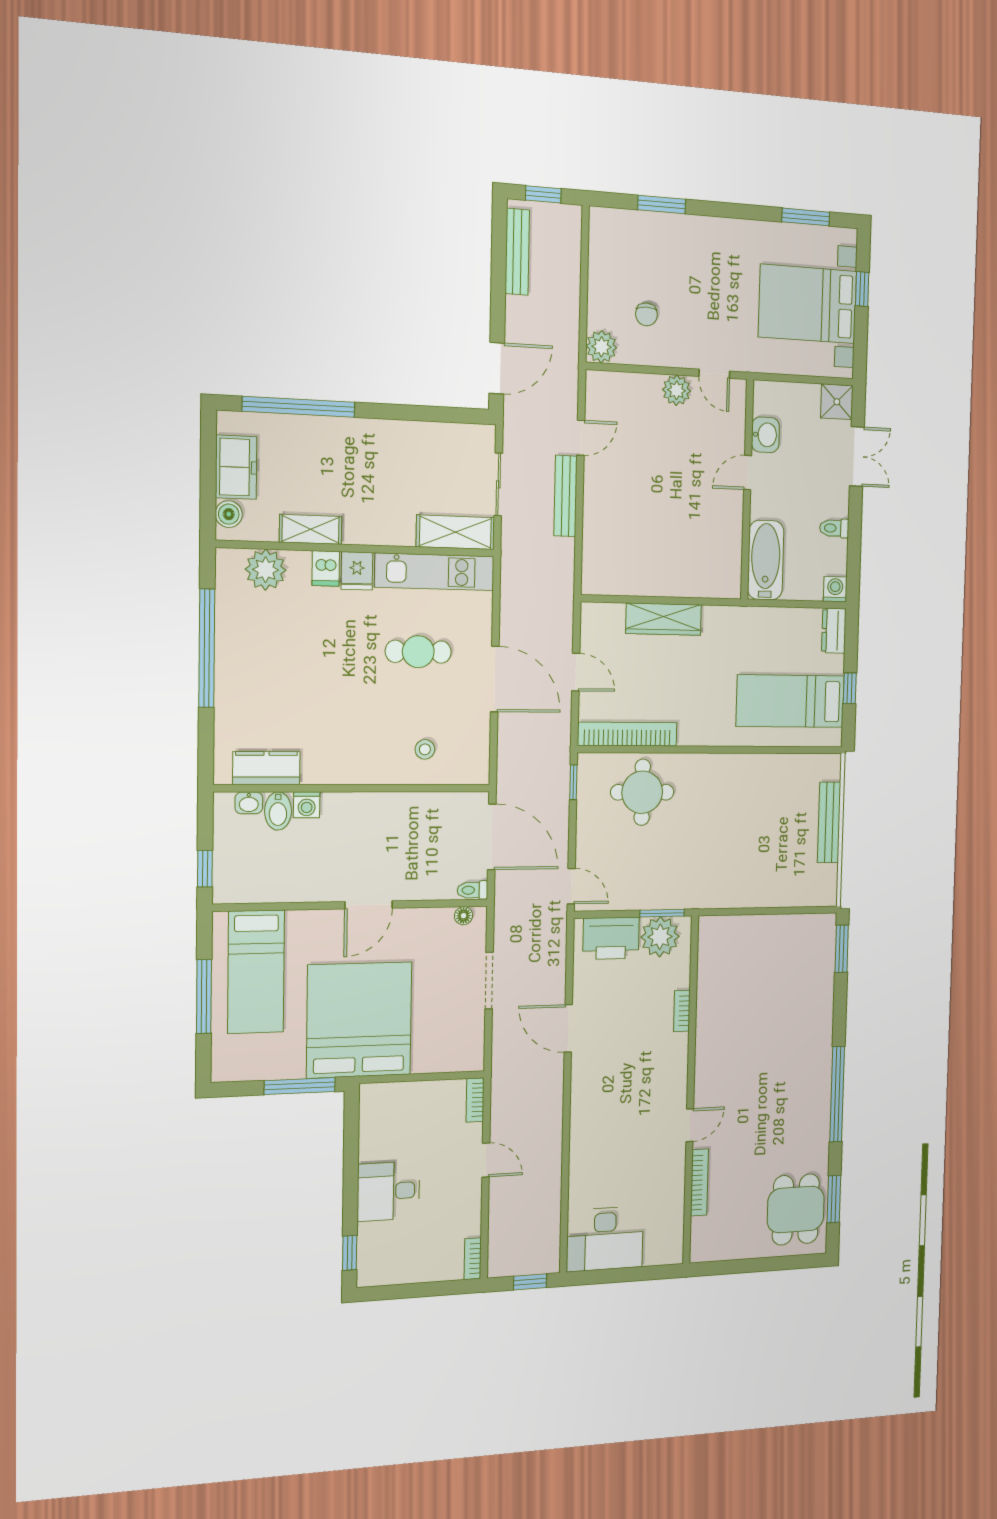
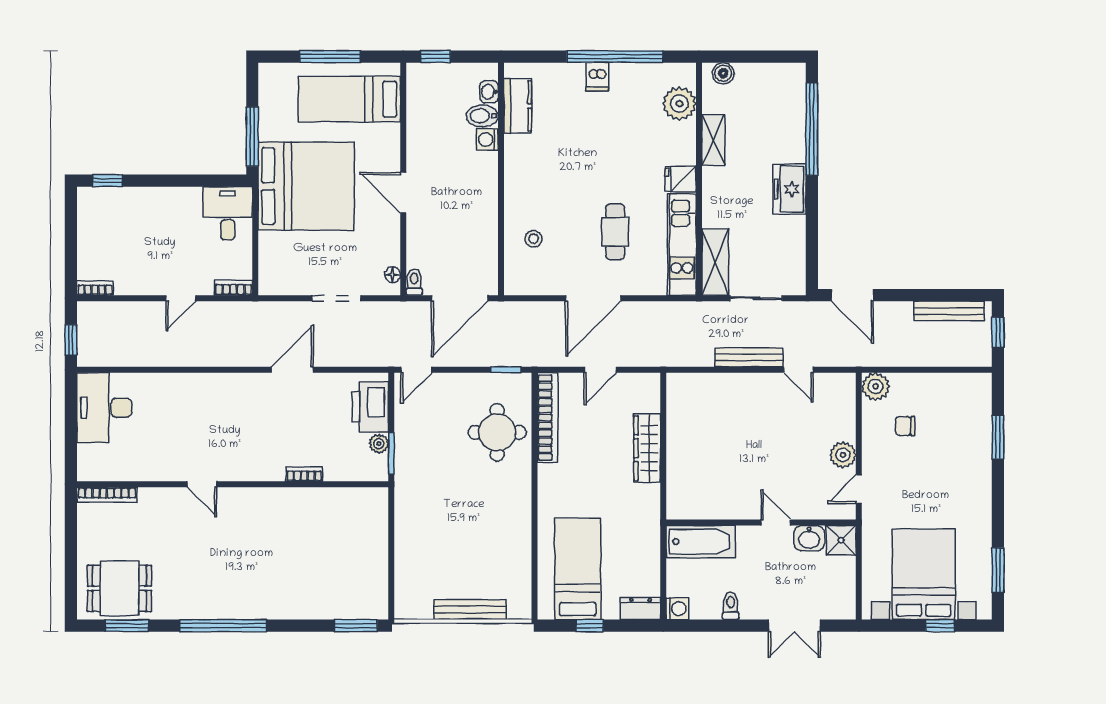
shower: (837, 402) -> (841, 540), moved
freezer: (236, 467) -> (790, 189), moved, turned 90
dishwasher: (326, 569) -> (597, 77), moved, turned -90
plant: (660, 937) -> (379, 444), width x0.53, depth x0.53
bookcase: (699, 1182) -> (107, 495), moved
desk: (388, 1191) -> (228, 213), moved

